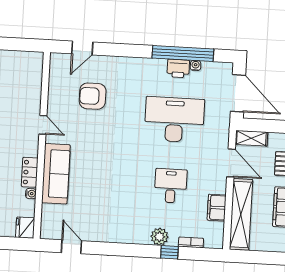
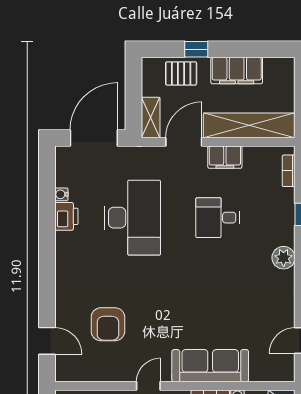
window: (183, 54) -> (47, 211), removed
desk: (174, 120) -> (132, 218), turned 180
filing cabinet: (217, 208) -> (225, 157), moved
plant: (159, 237) -> (284, 258), moved
bookcase: (191, 242) -> (289, 171), moved

